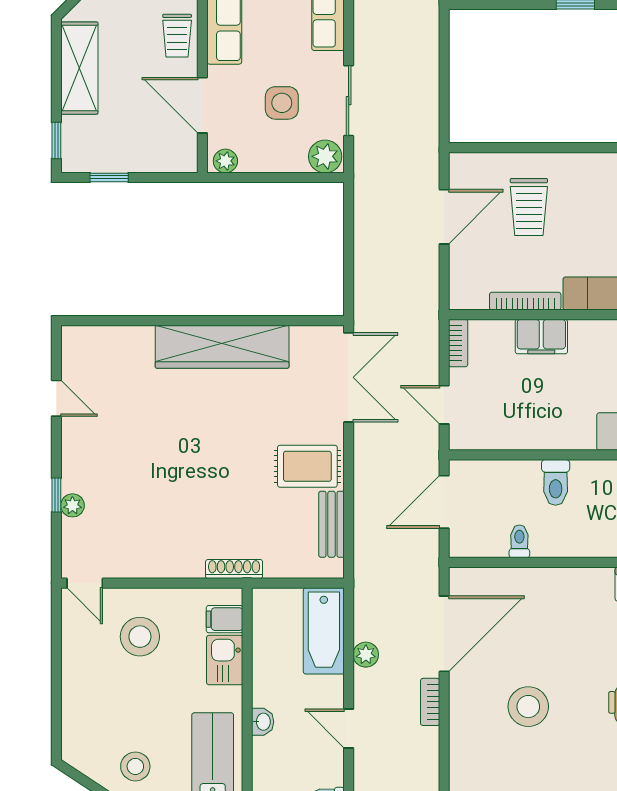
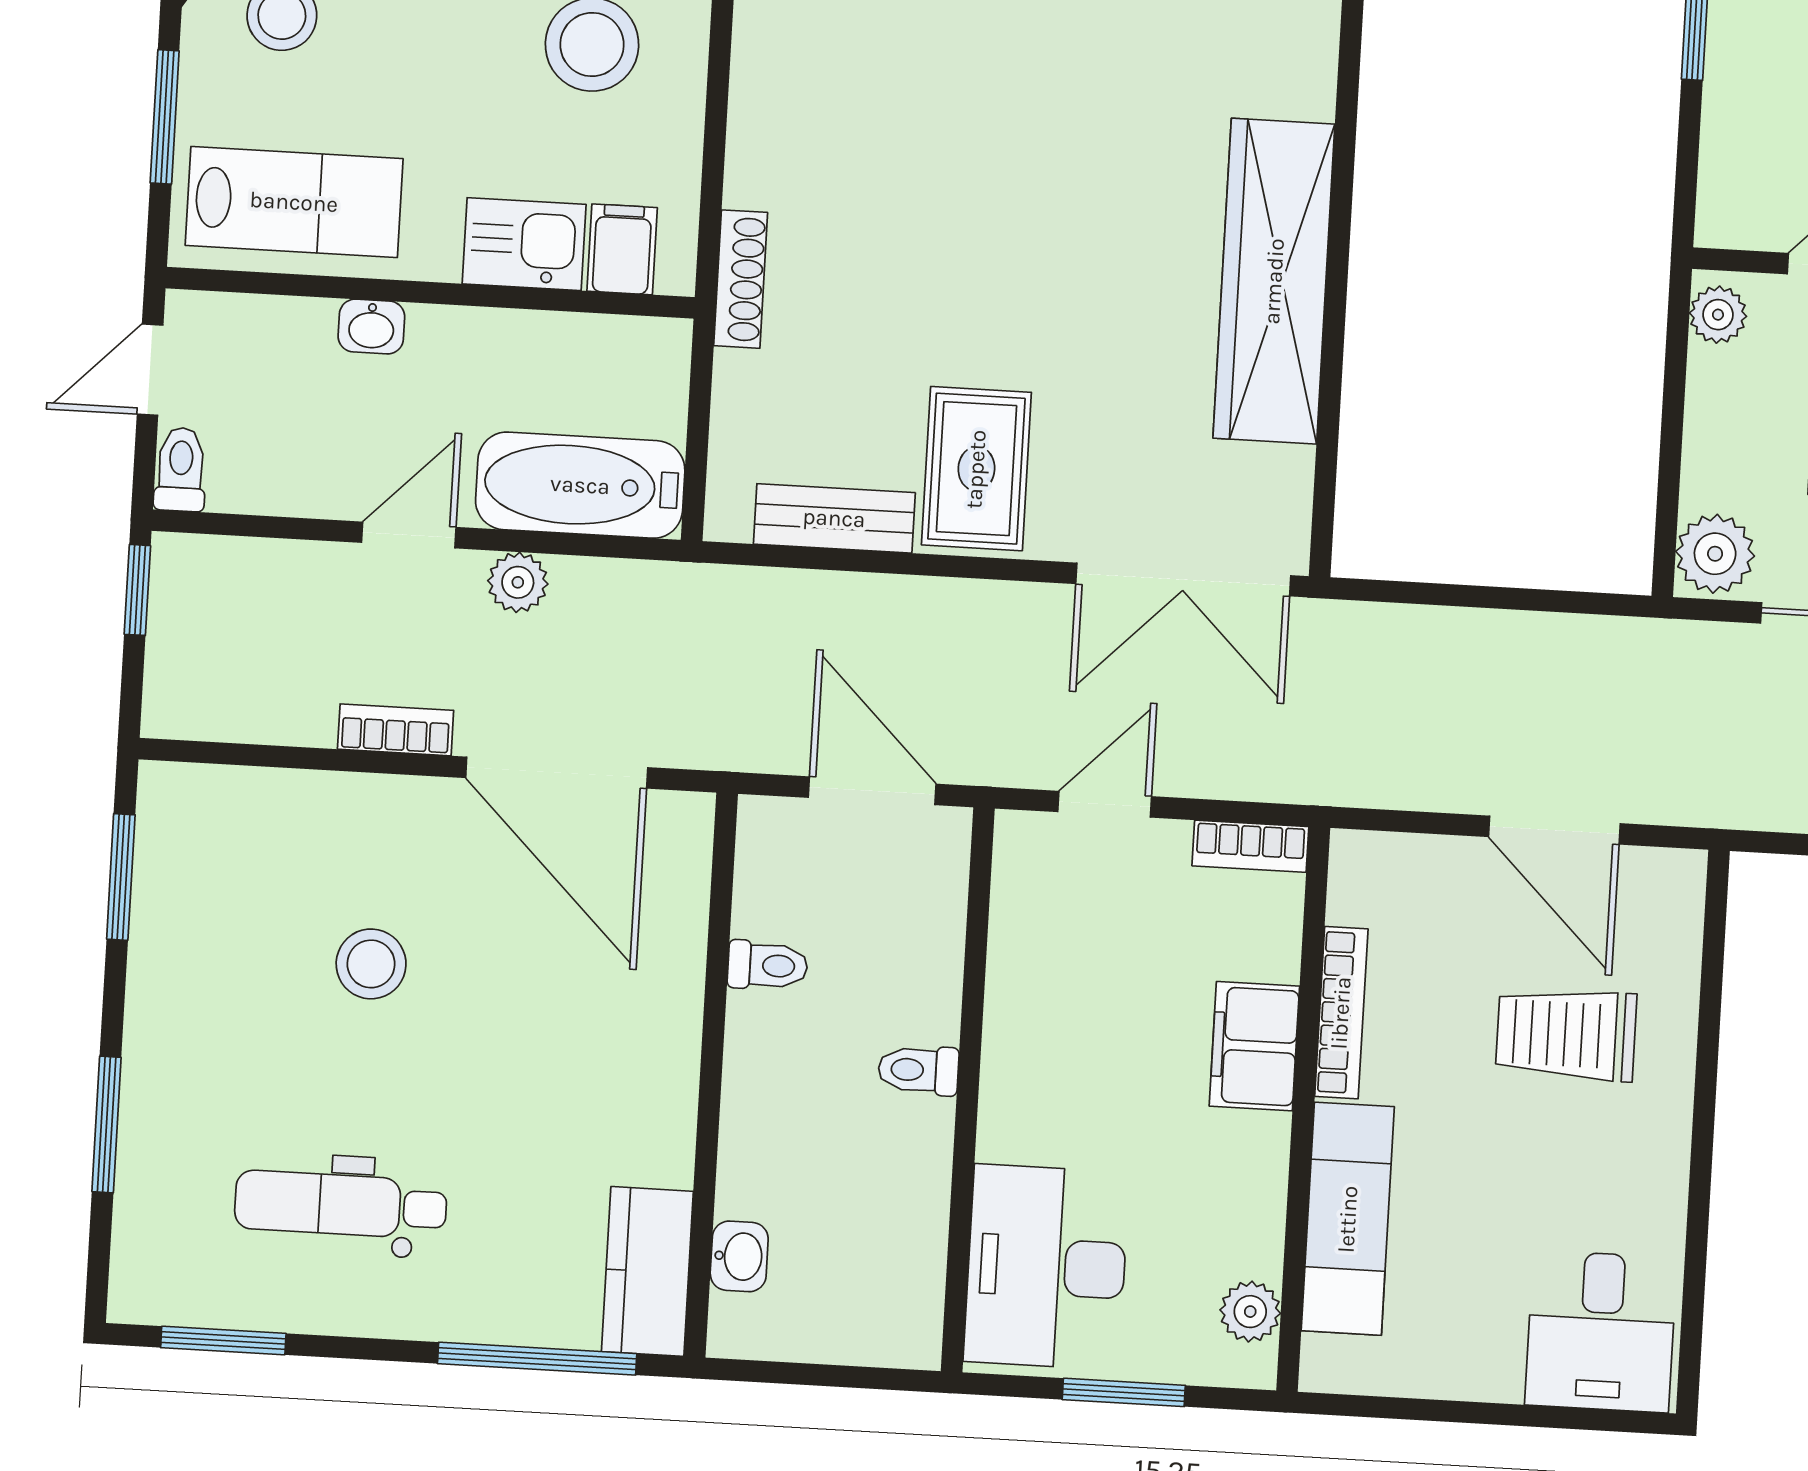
toilet: (556, 482) -> (918, 1070), width x0.73, depth x0.72
stool: (528, 707) -> (371, 964), width x0.73, depth x0.73
door: (349, 728) -> (409, 535), moved

